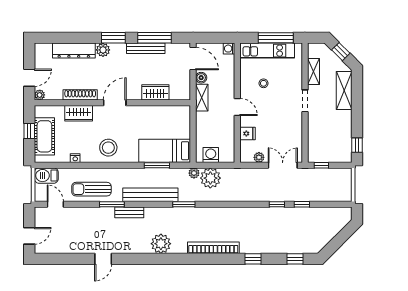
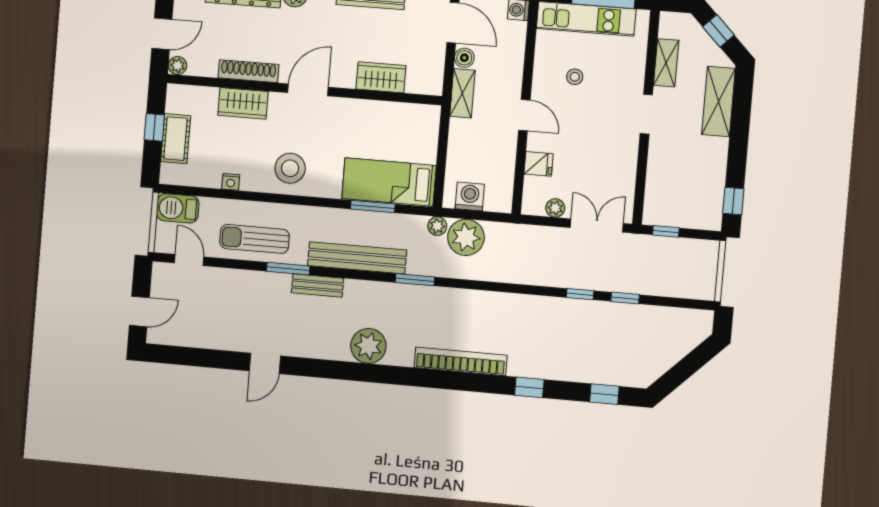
cot: (44, 136) -> (176, 139), width x0.73, depth x0.75

